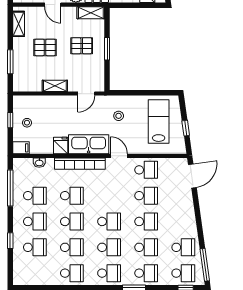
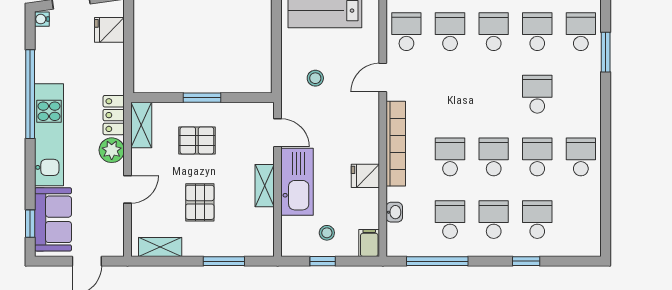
pallet: (82, 46) -> (197, 140), turned 90
kitchen sink: (89, 144) -> (297, 182), moved, turned 180
school desk: (109, 221) -> (494, 94), removed
school desk: (109, 273) -> (581, 94), removed

